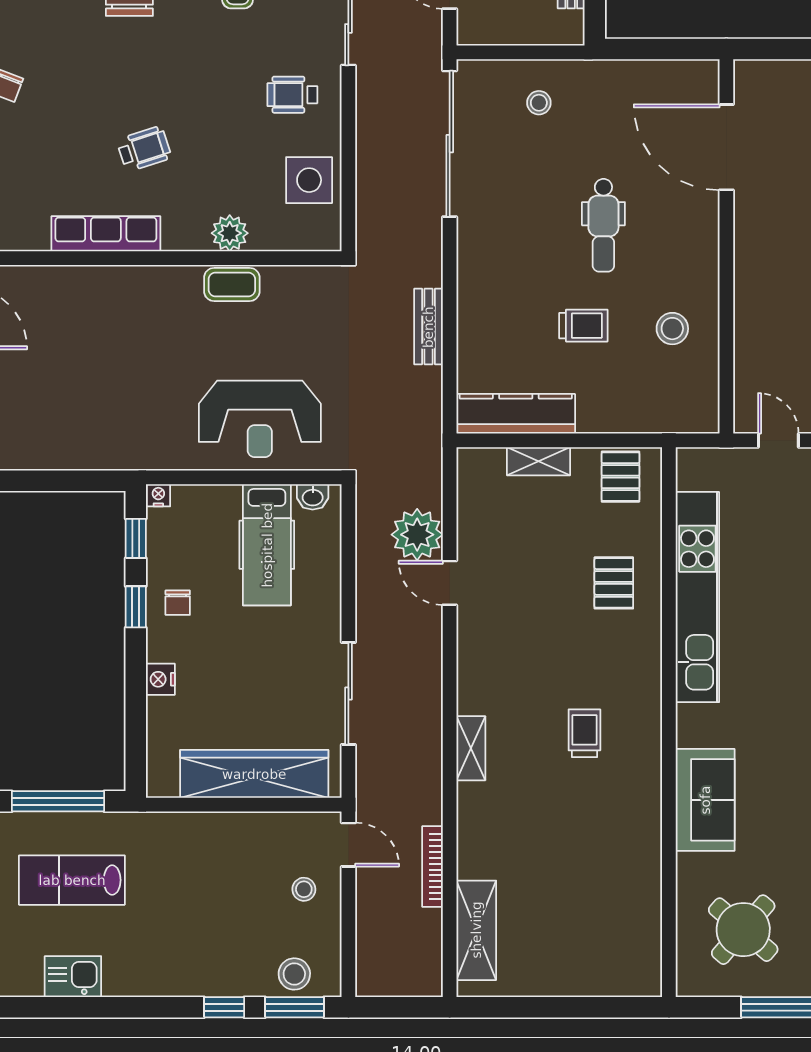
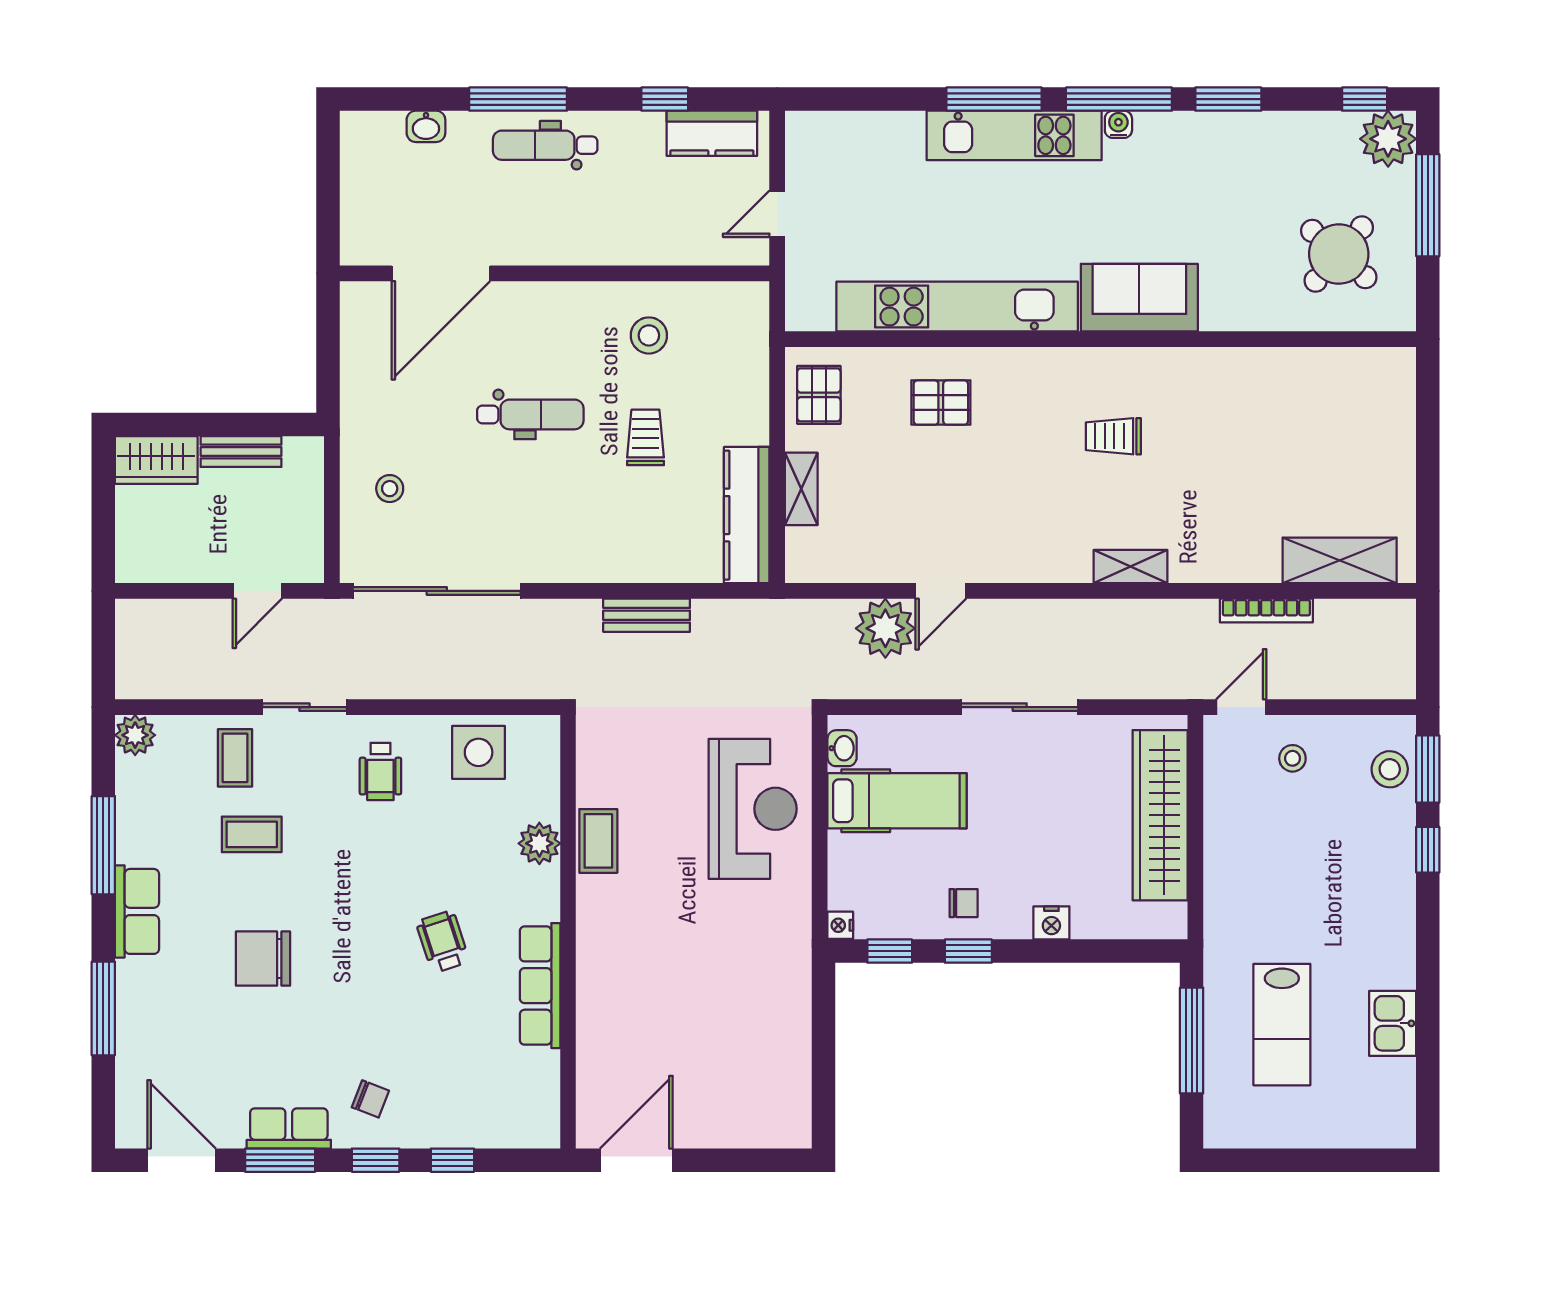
pallet: (620, 477) -> (819, 395), turned 90
sliding door: (348, 694) -> (1020, 707), moved
sofa: (705, 800) -> (1139, 298), moved

